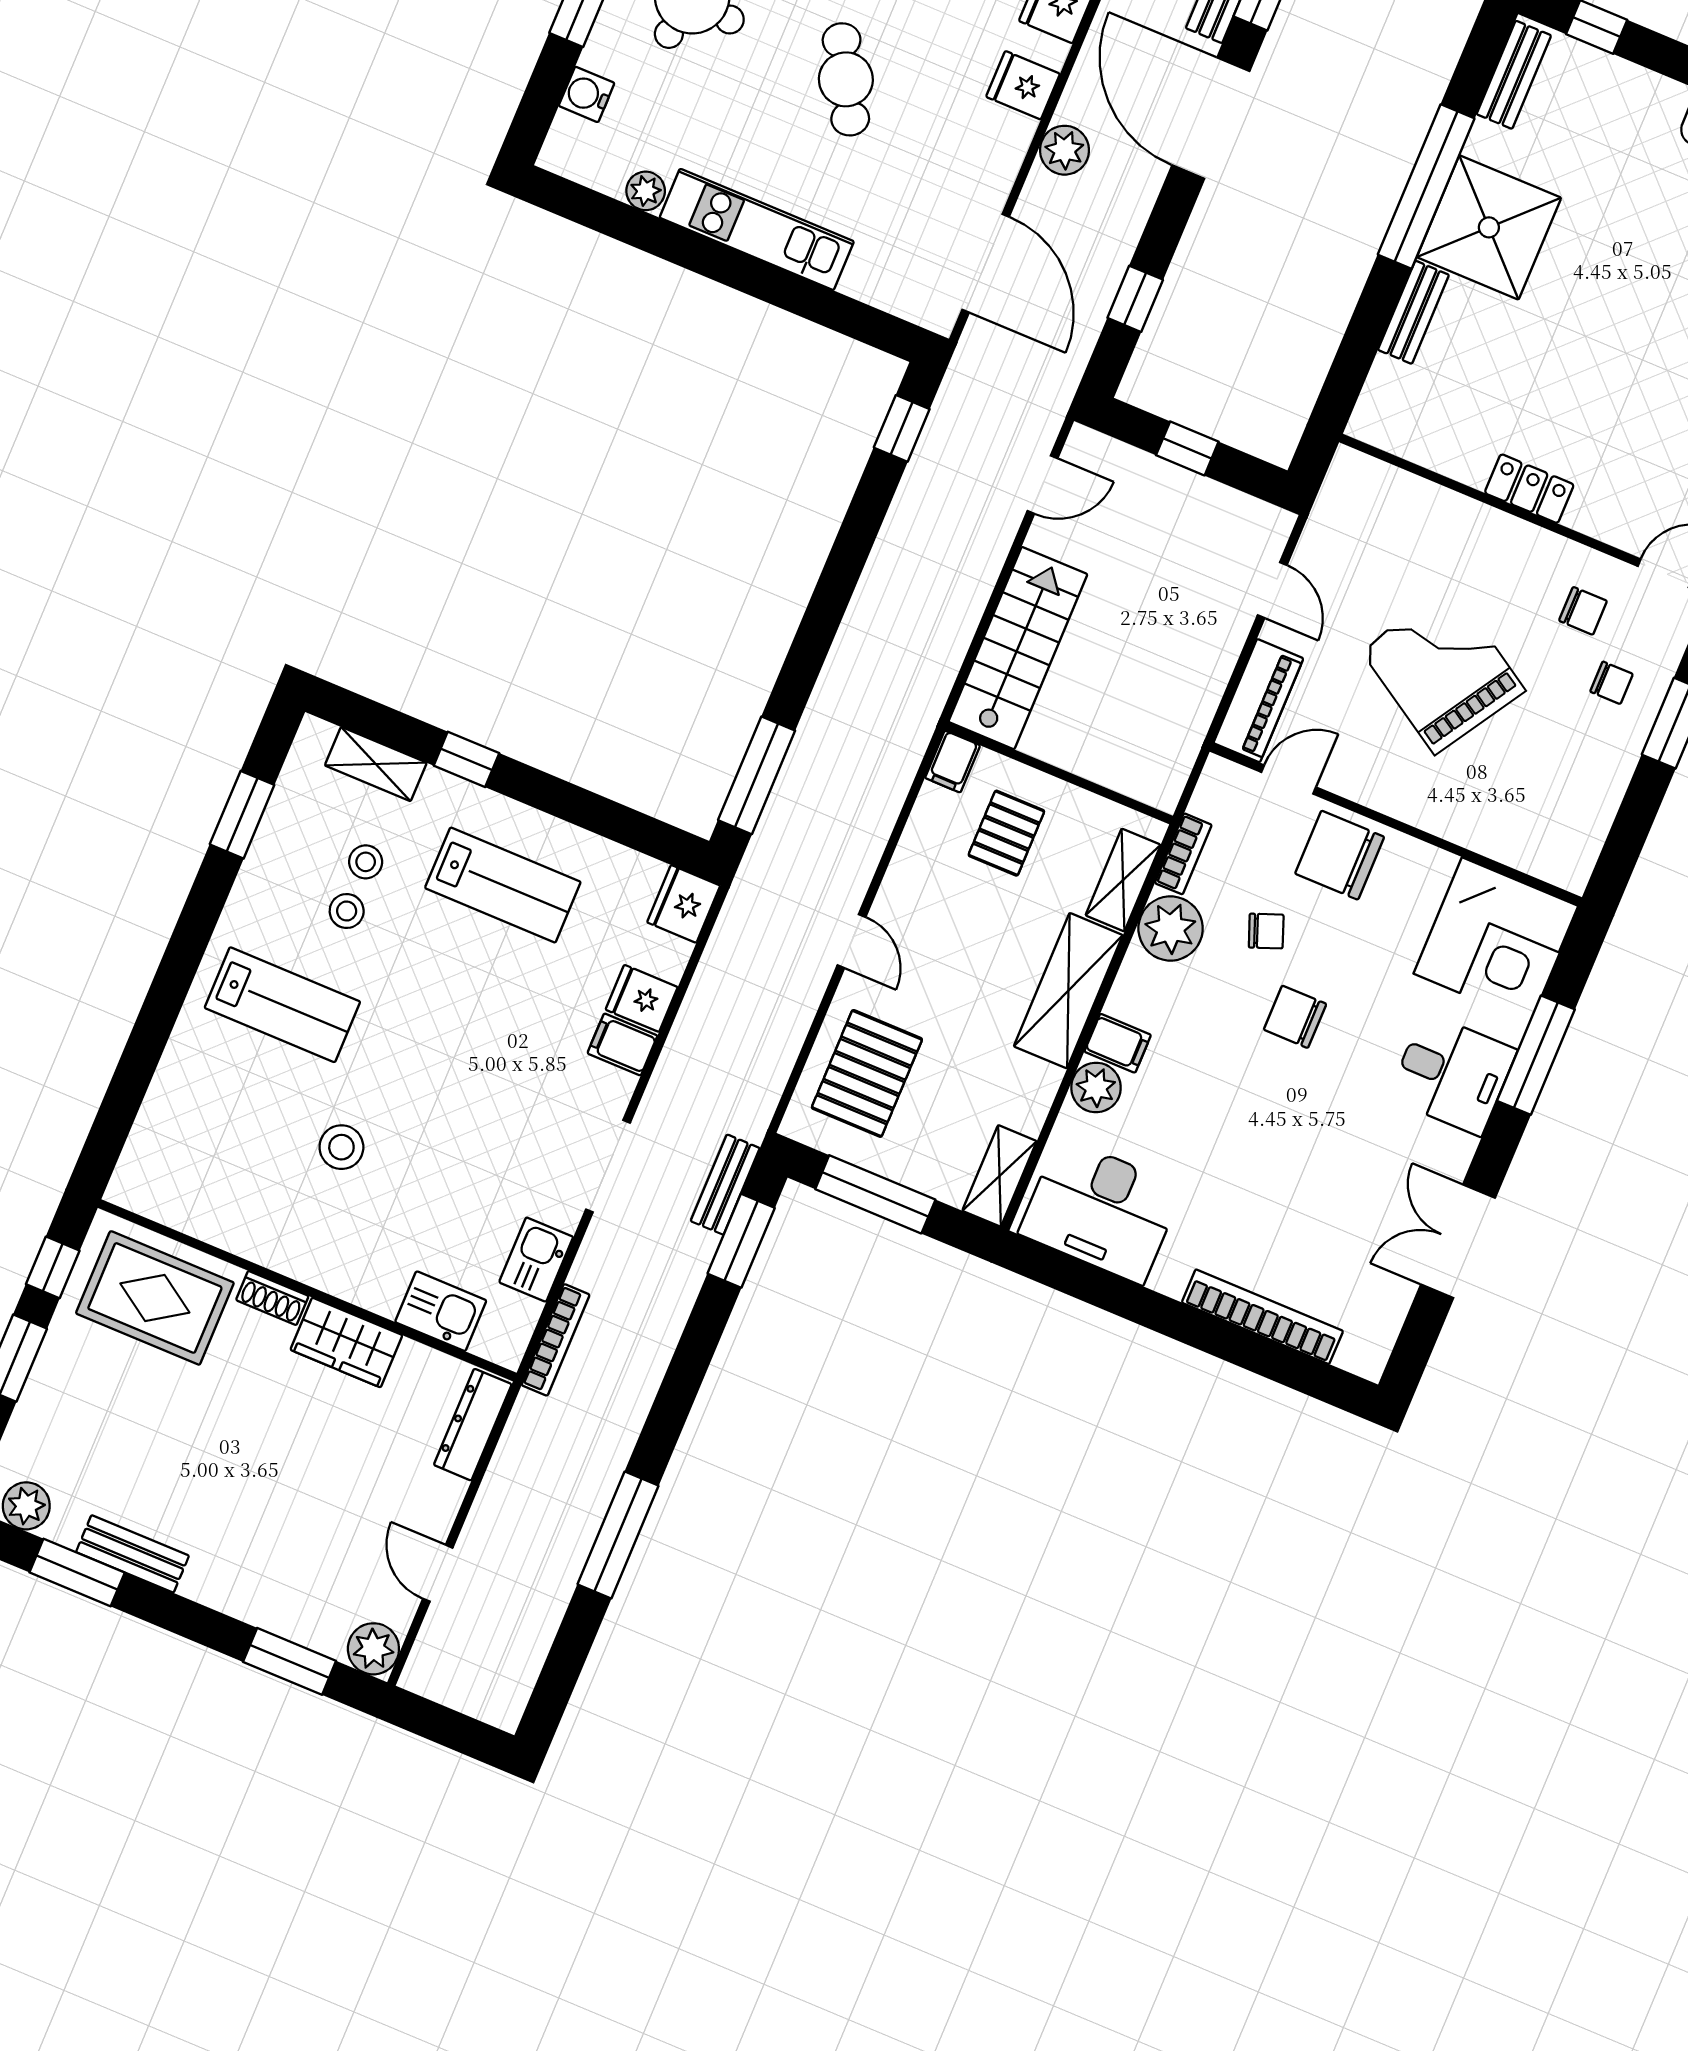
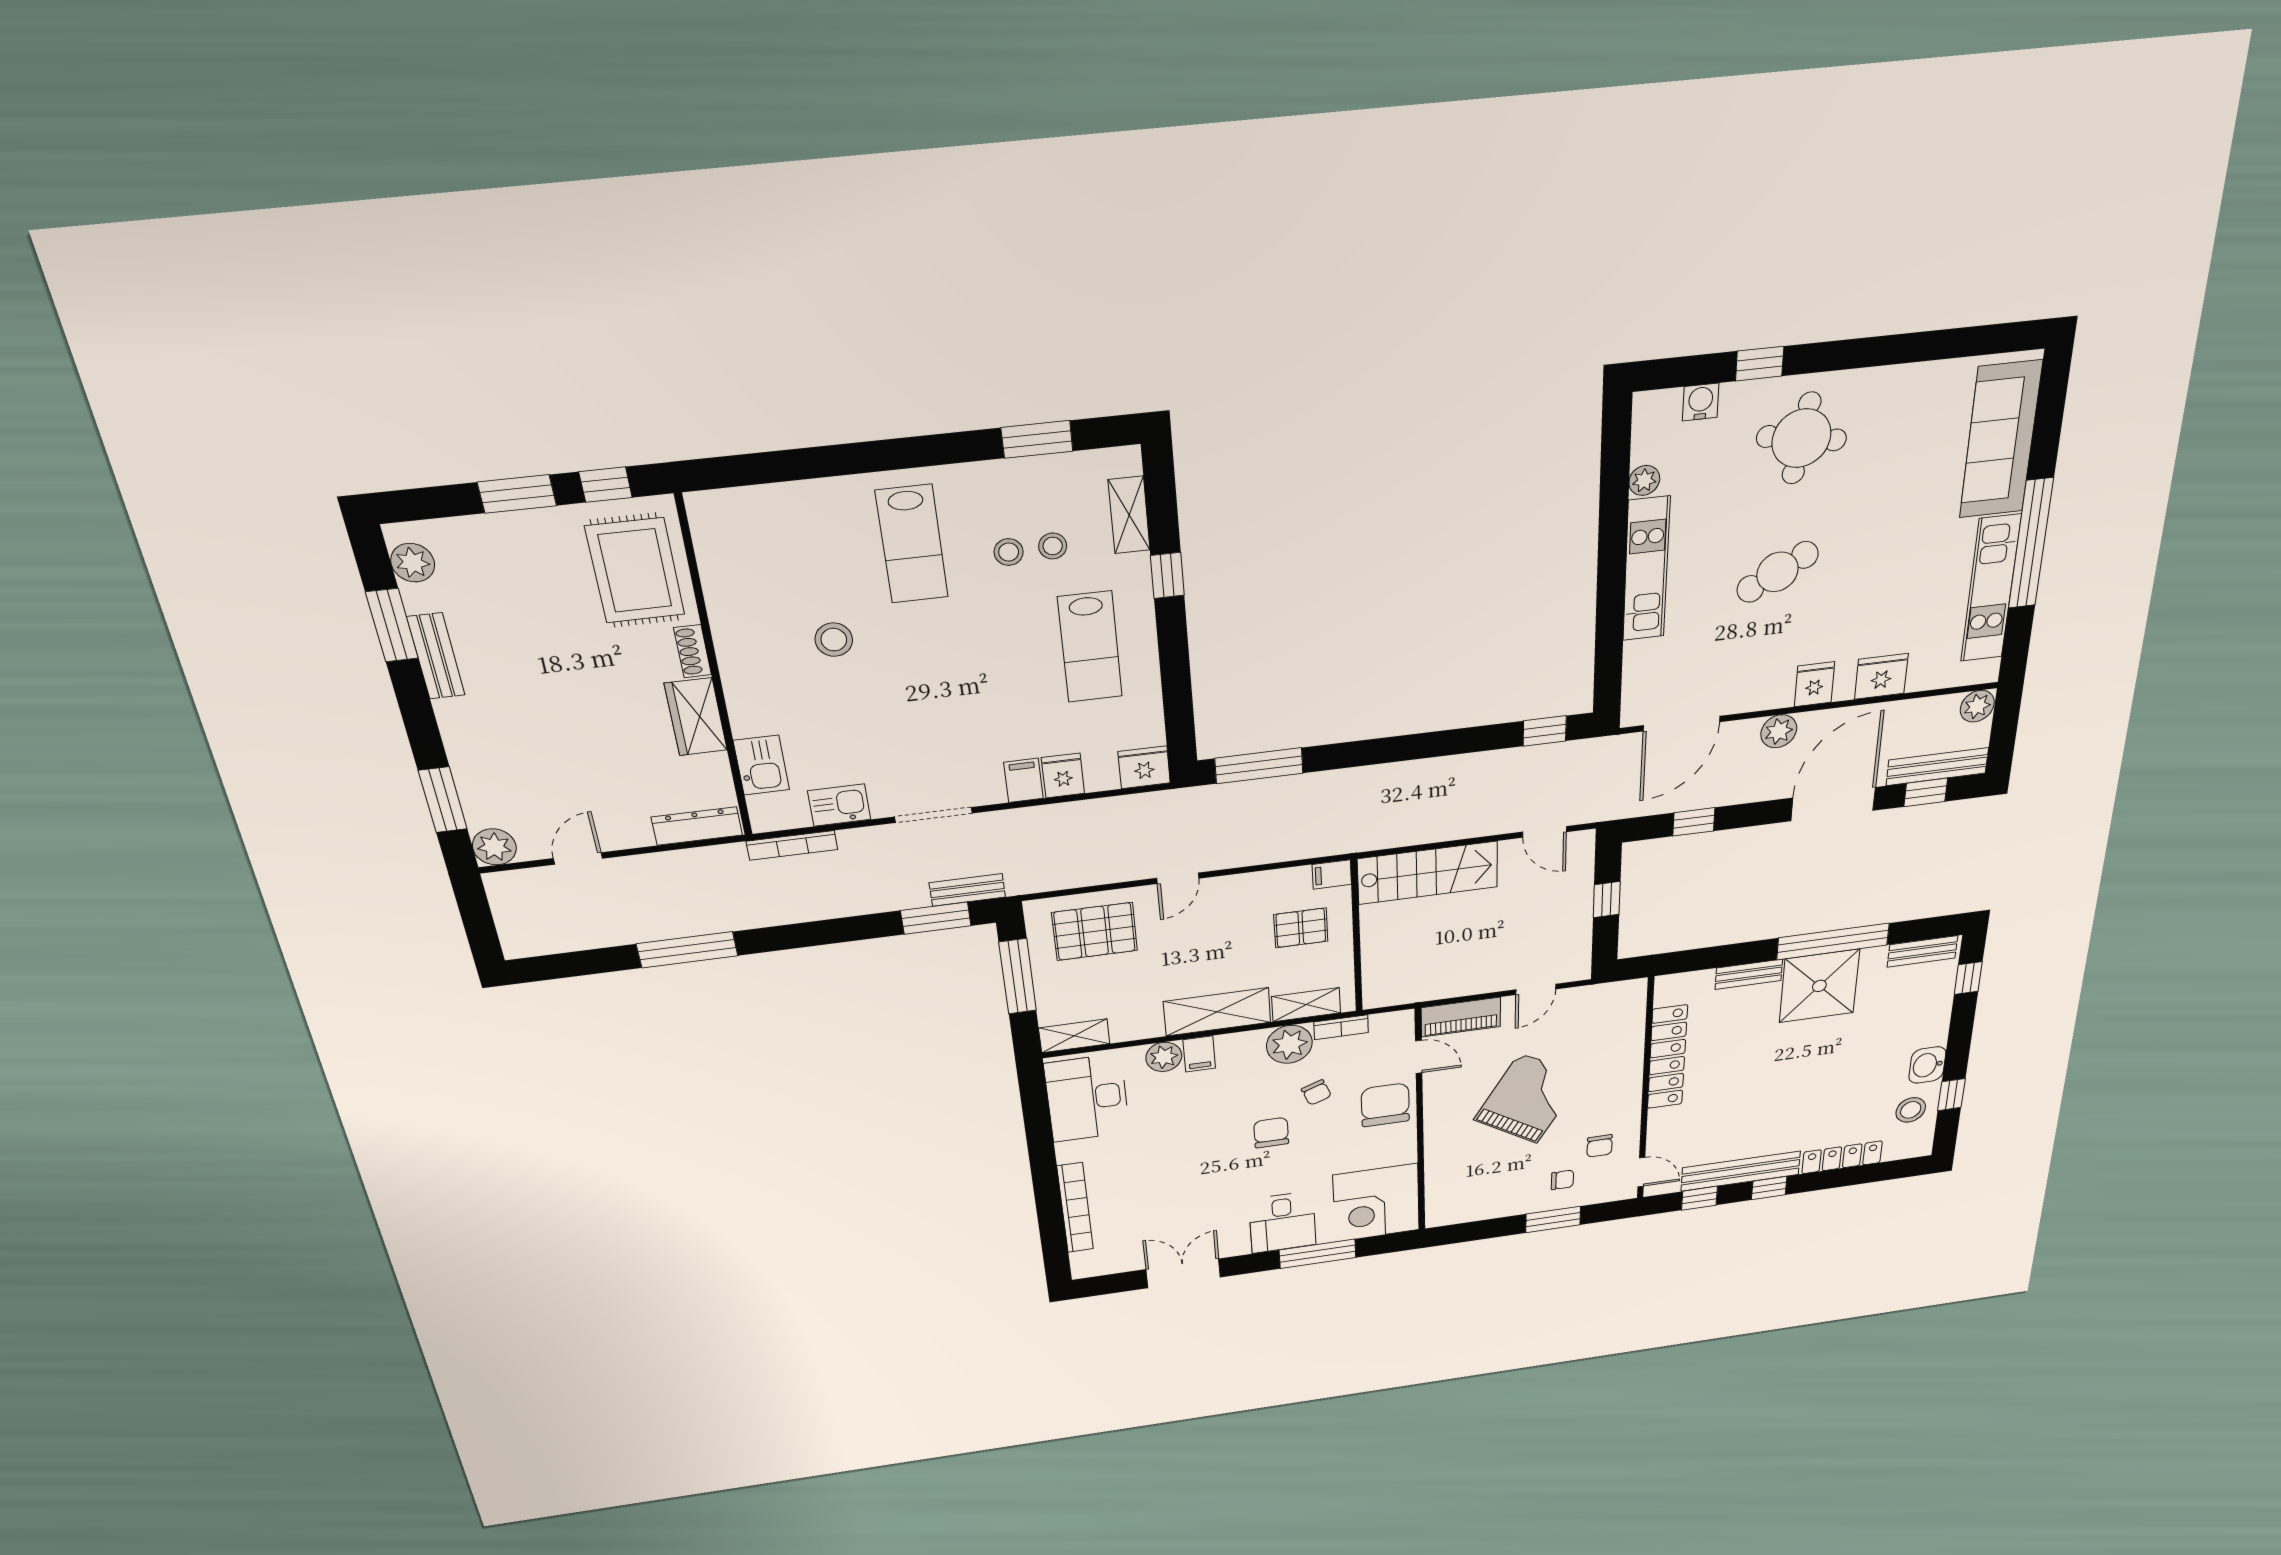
locker: (1529, 489) -> (1667, 1057), width x2.16, depth x1.21
chair: (1611, 683) -> (1562, 1180), turned -90

